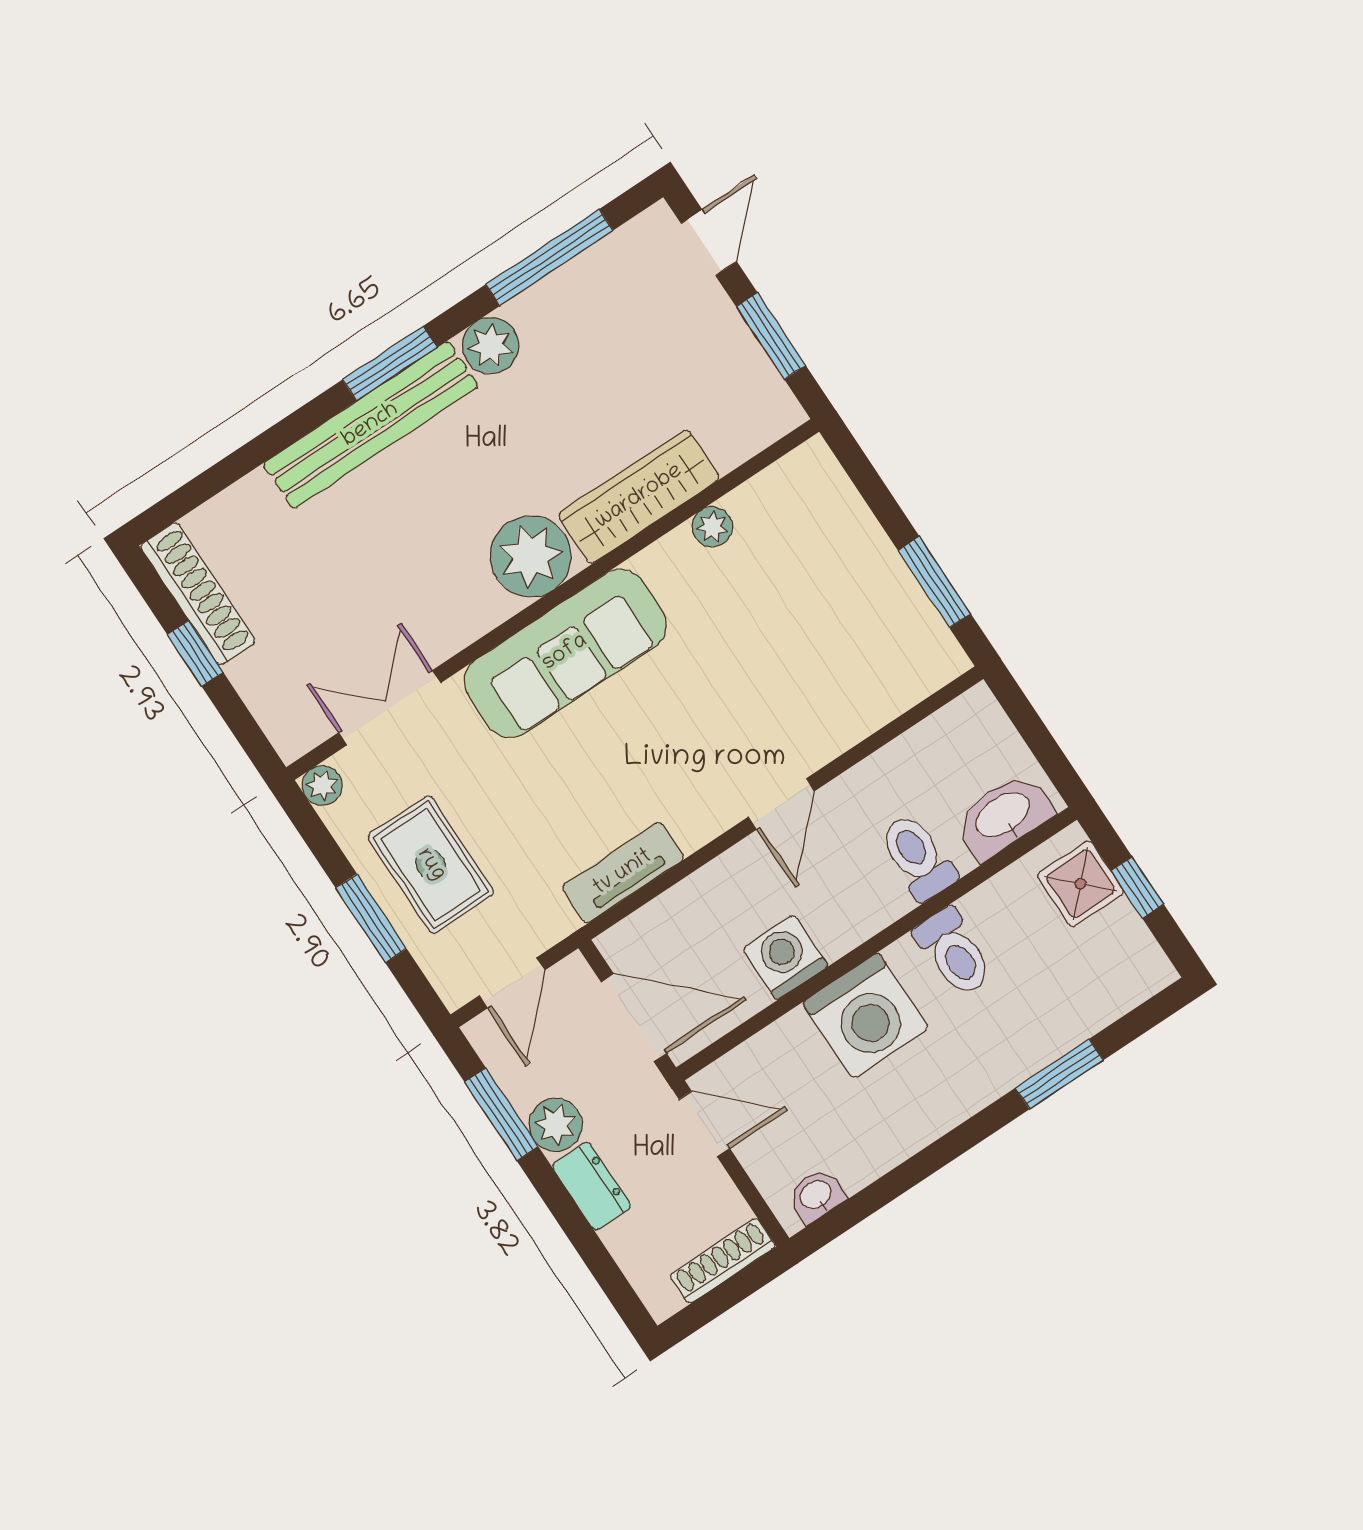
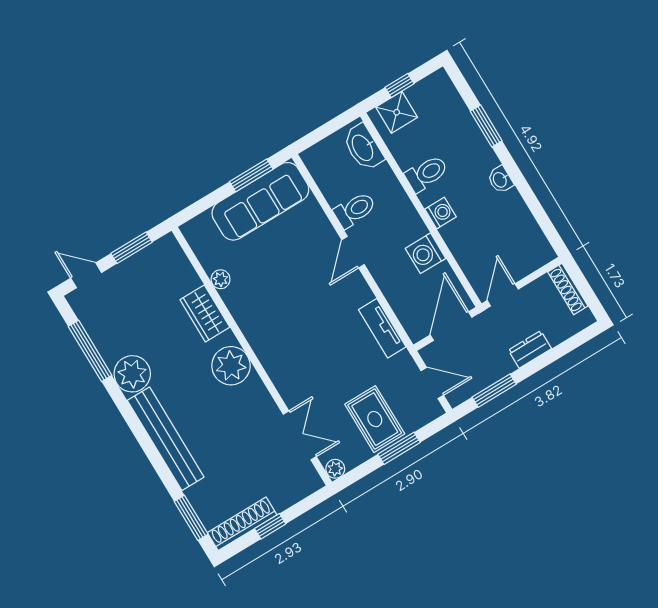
plant: (491, 346) -> (132, 374), width x1.36, depth x1.36
window: (390, 364) -> (191, 518), moved
wardrobe: (639, 497) -> (205, 313), width x0.67
sofa: (565, 653) -> (260, 201), moved, turned 90
double door: (390, 708) -> (300, 435), swing flipped
door: (781, 804) -> (353, 252), swing flipped
toilet: (918, 857) -> (355, 210), moved, turned 180
rug: (431, 865) -> (375, 419), turned 90
washing machine: (865, 1015) -> (441, 213), width x0.53, depth x0.53
plant: (556, 1125) -> (500, 365), removed
washbasin: (816, 1196) -> (500, 180), moved

